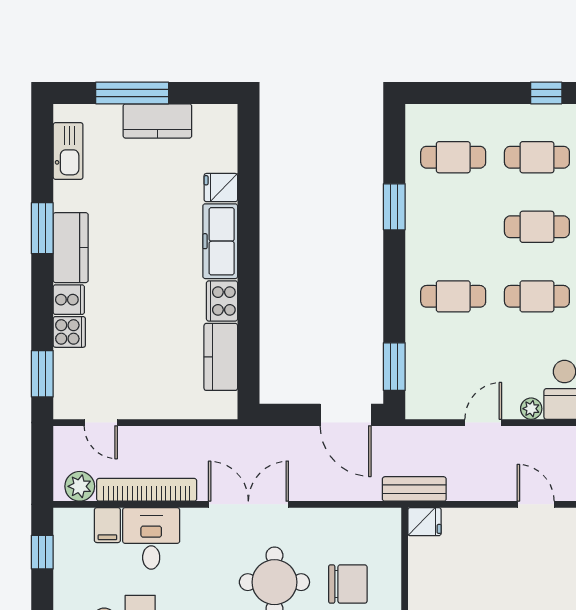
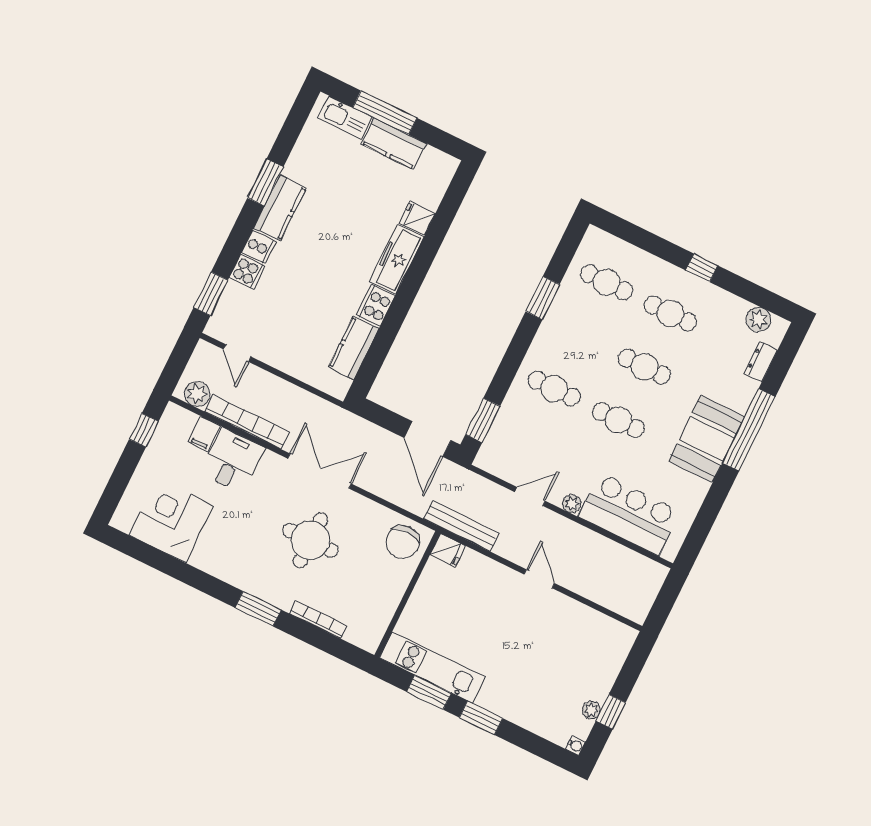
kitchen sink: (68, 151) -> (345, 118), moved, turned 90
bench: (414, 489) -> (461, 526), width x1.36
chair: (348, 584) -> (403, 542), moved, turned 90

